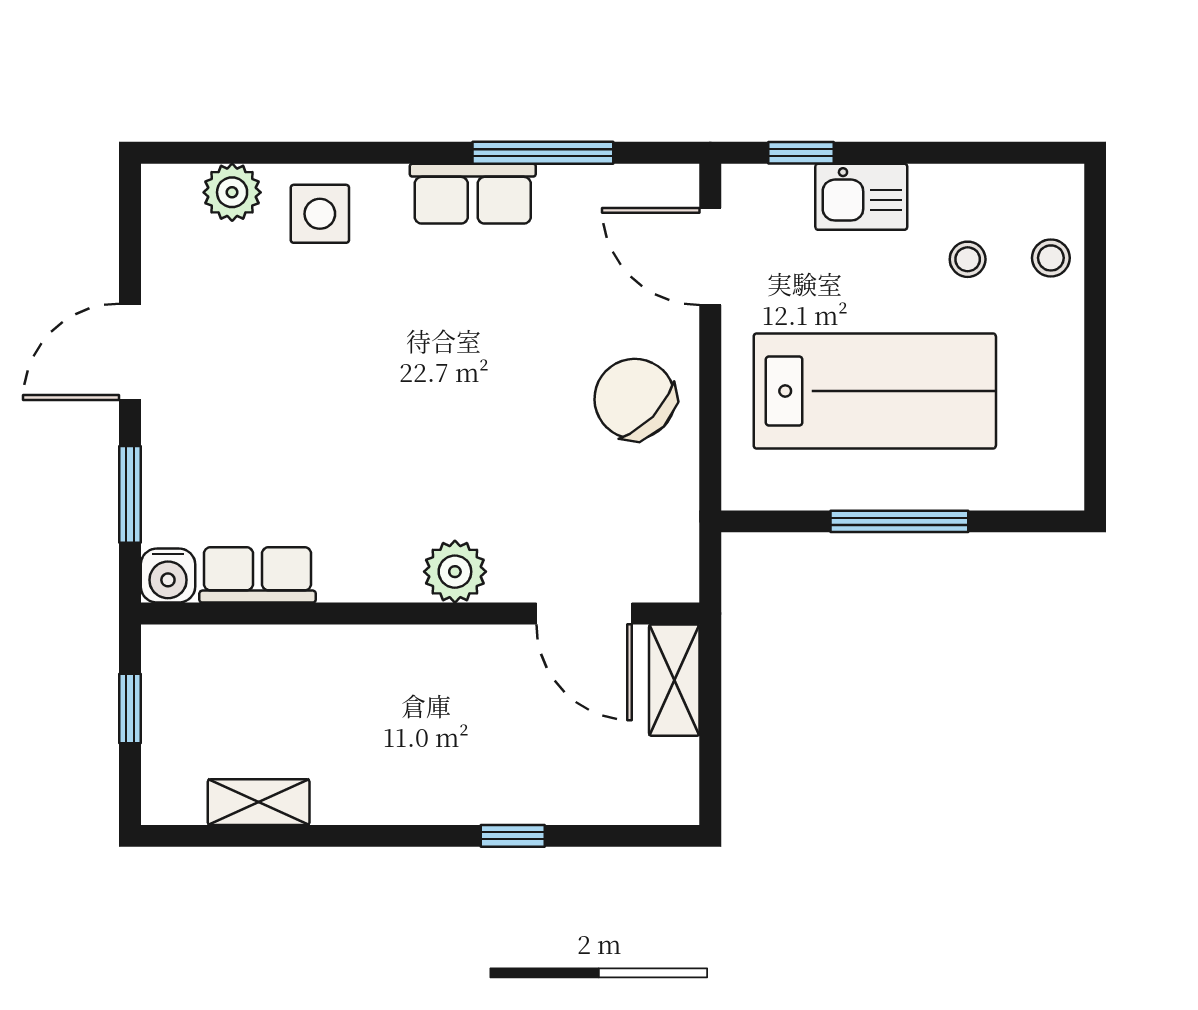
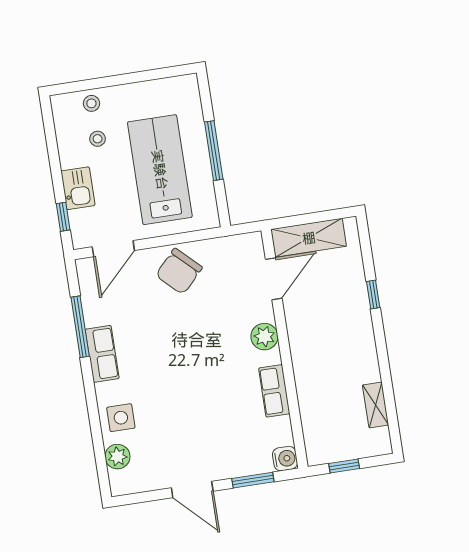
row of seats: (258, 575) -> (274, 391), moved
shelving: (674, 680) -> (309, 238), width x1.50, depth x1.33

